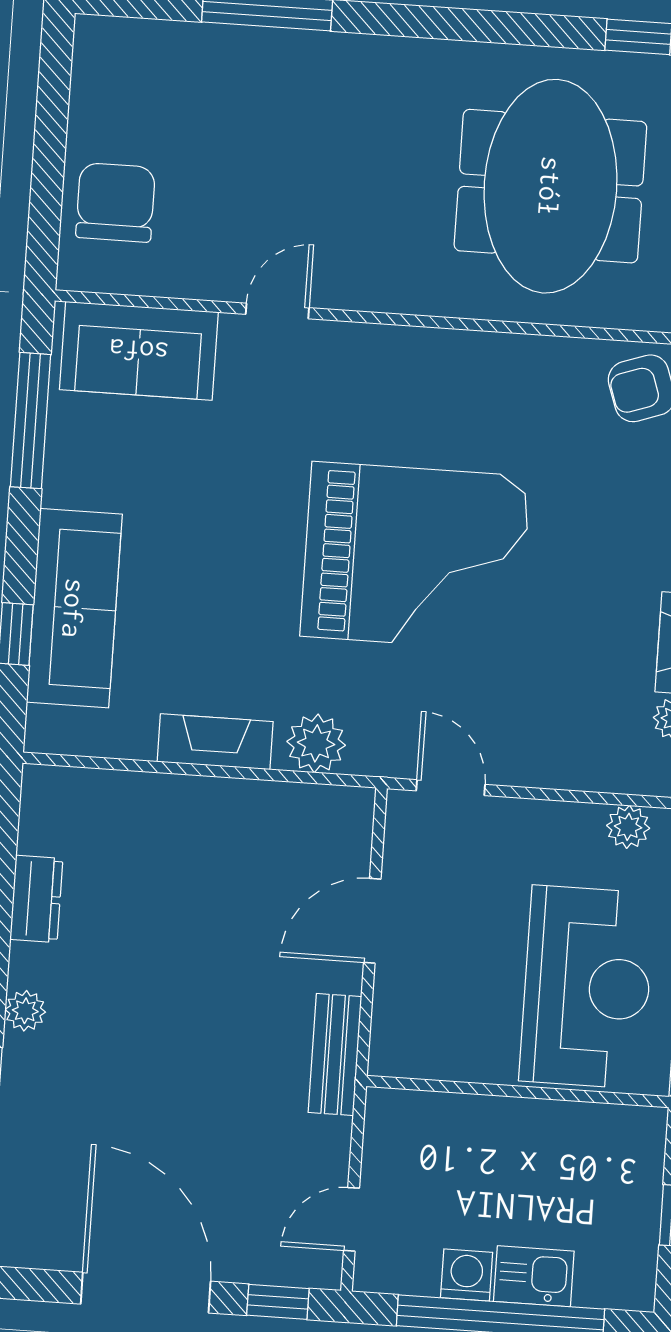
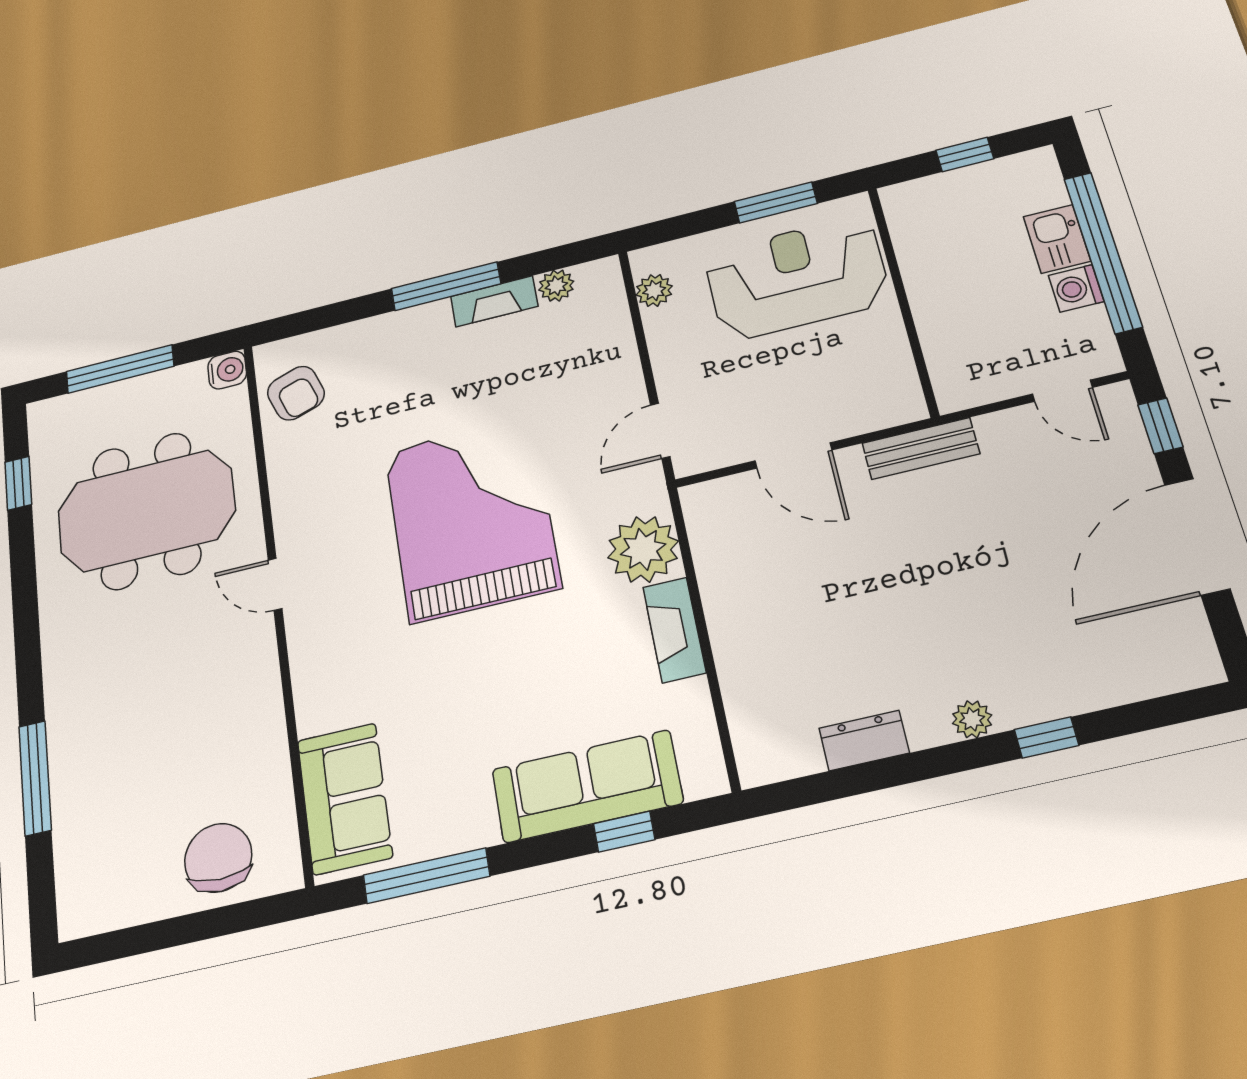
chair: (116, 202) -> (218, 858), turned 90
door: (277, 311) -> (275, 584), moved
plant: (316, 743) -> (643, 549), width x1.36, depth x1.36

